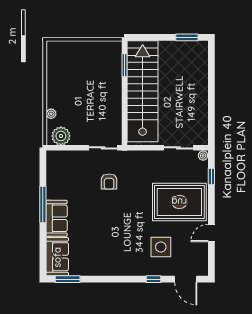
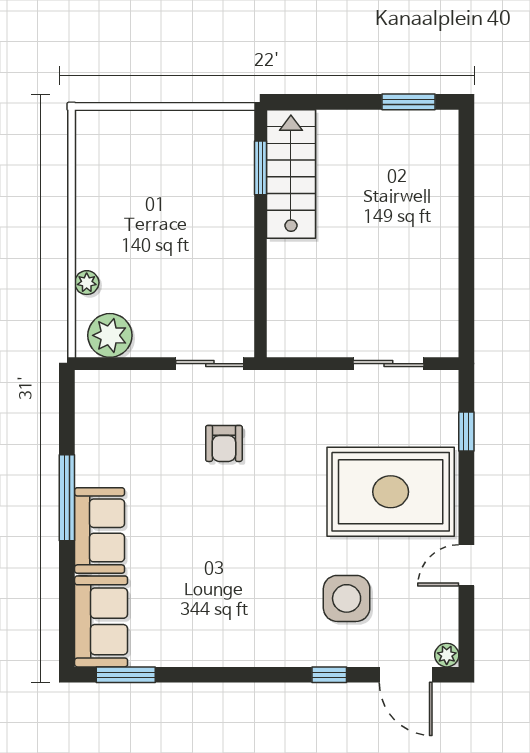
stairs: (143, 91) -> (291, 174), width x0.54, depth x0.66
plant: (203, 156) -> (447, 655), moved

